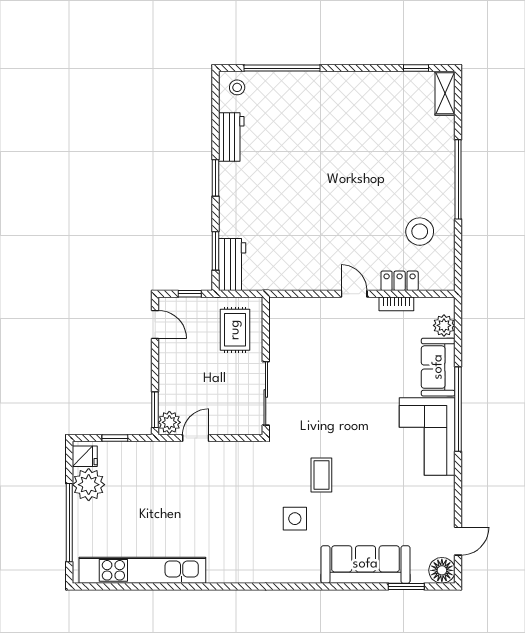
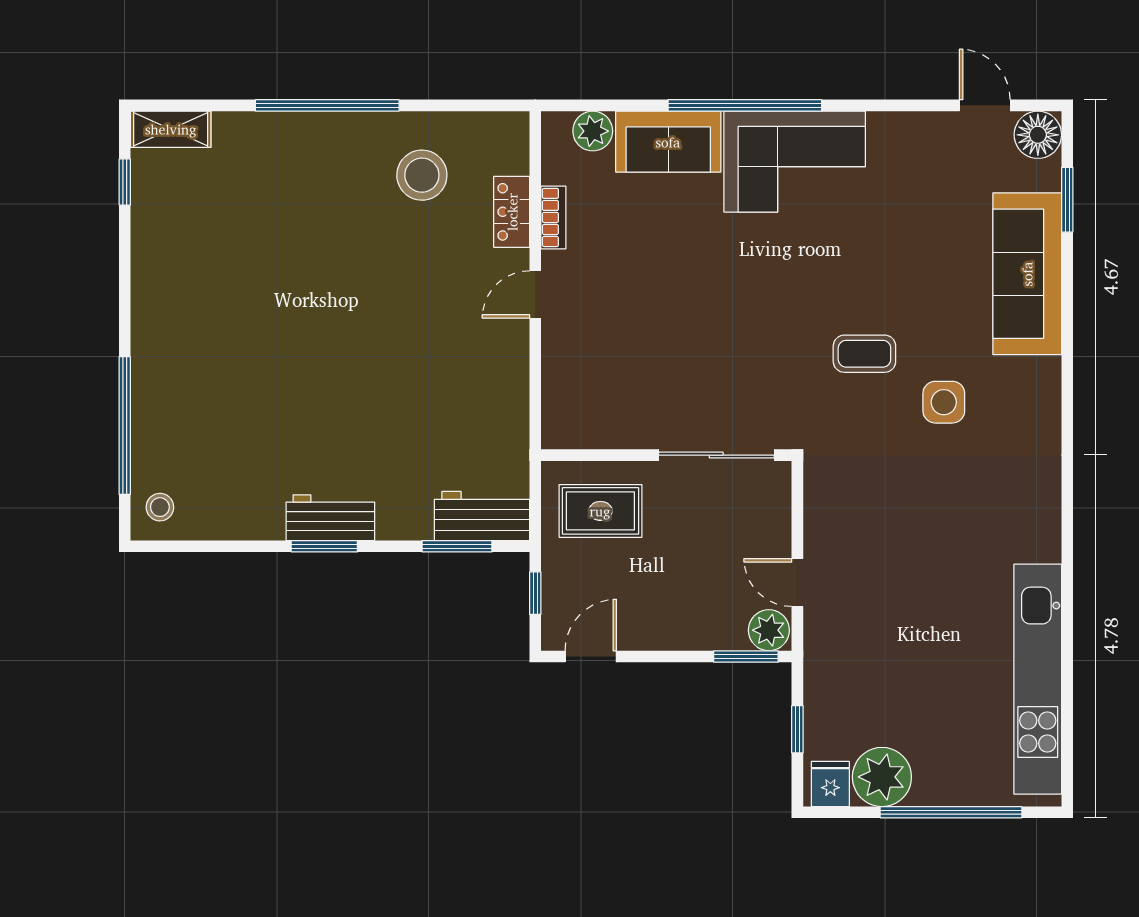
workbench: (231, 137) -> (330, 518), moved

